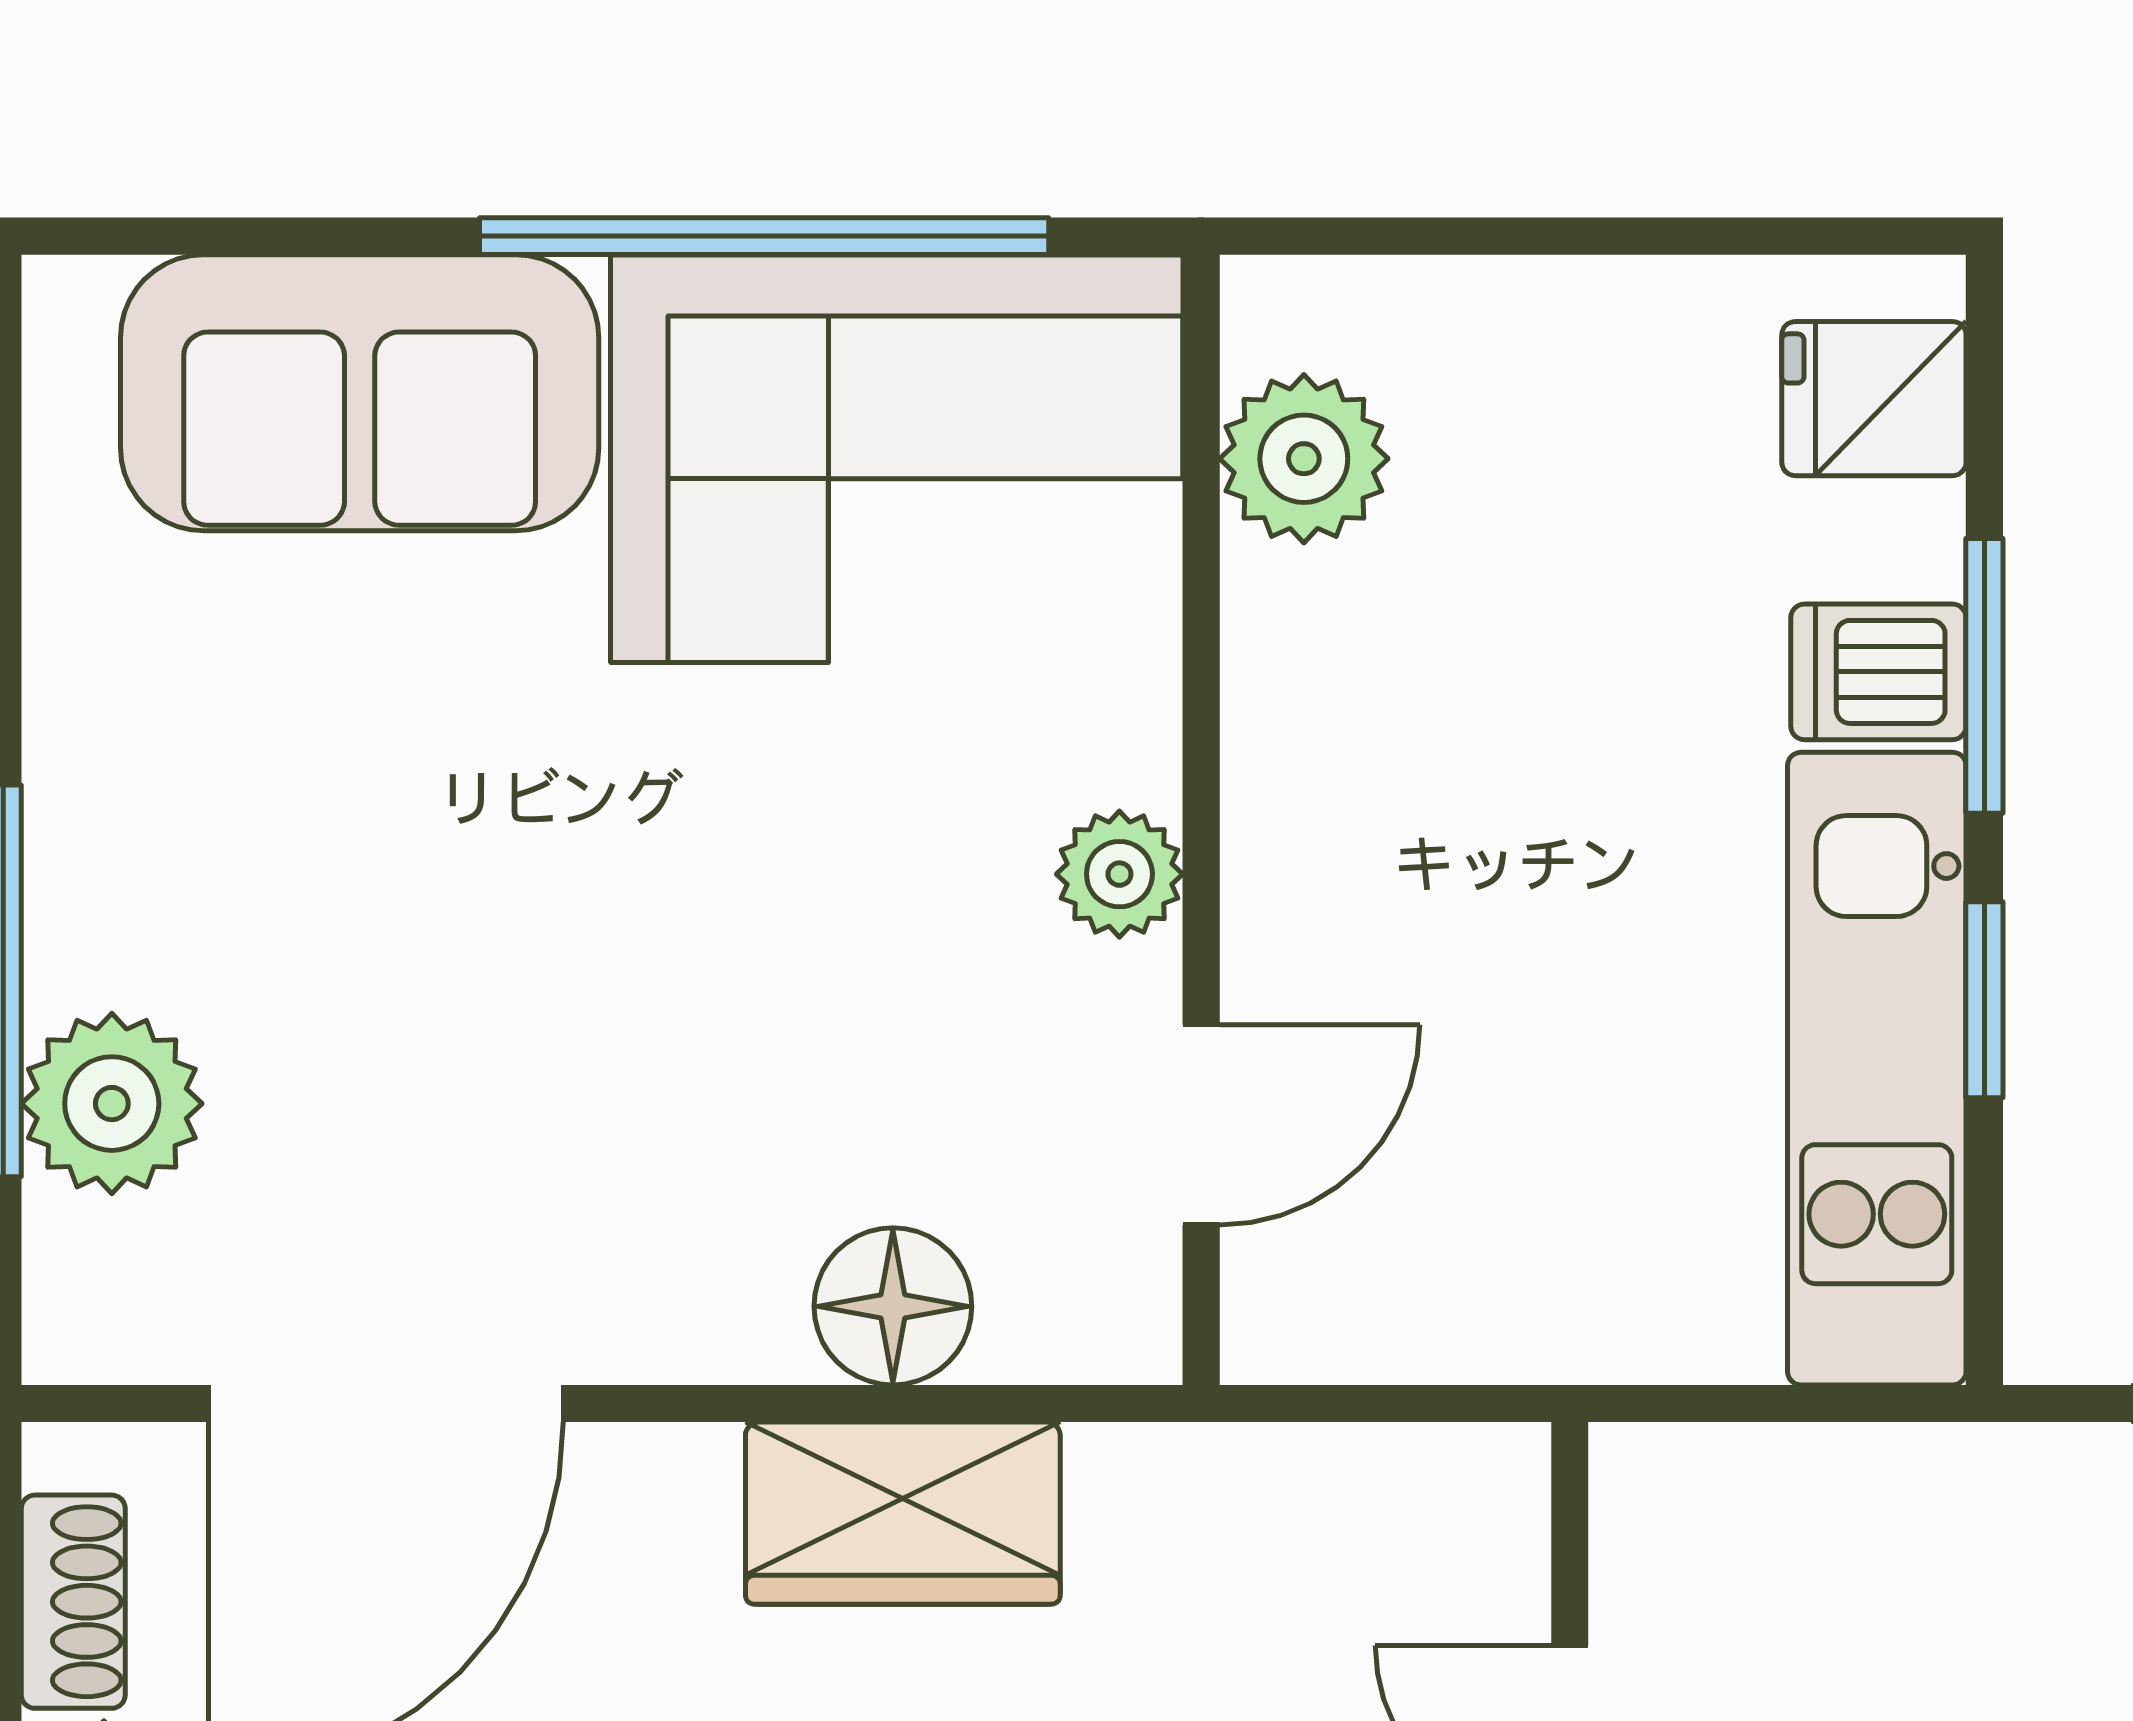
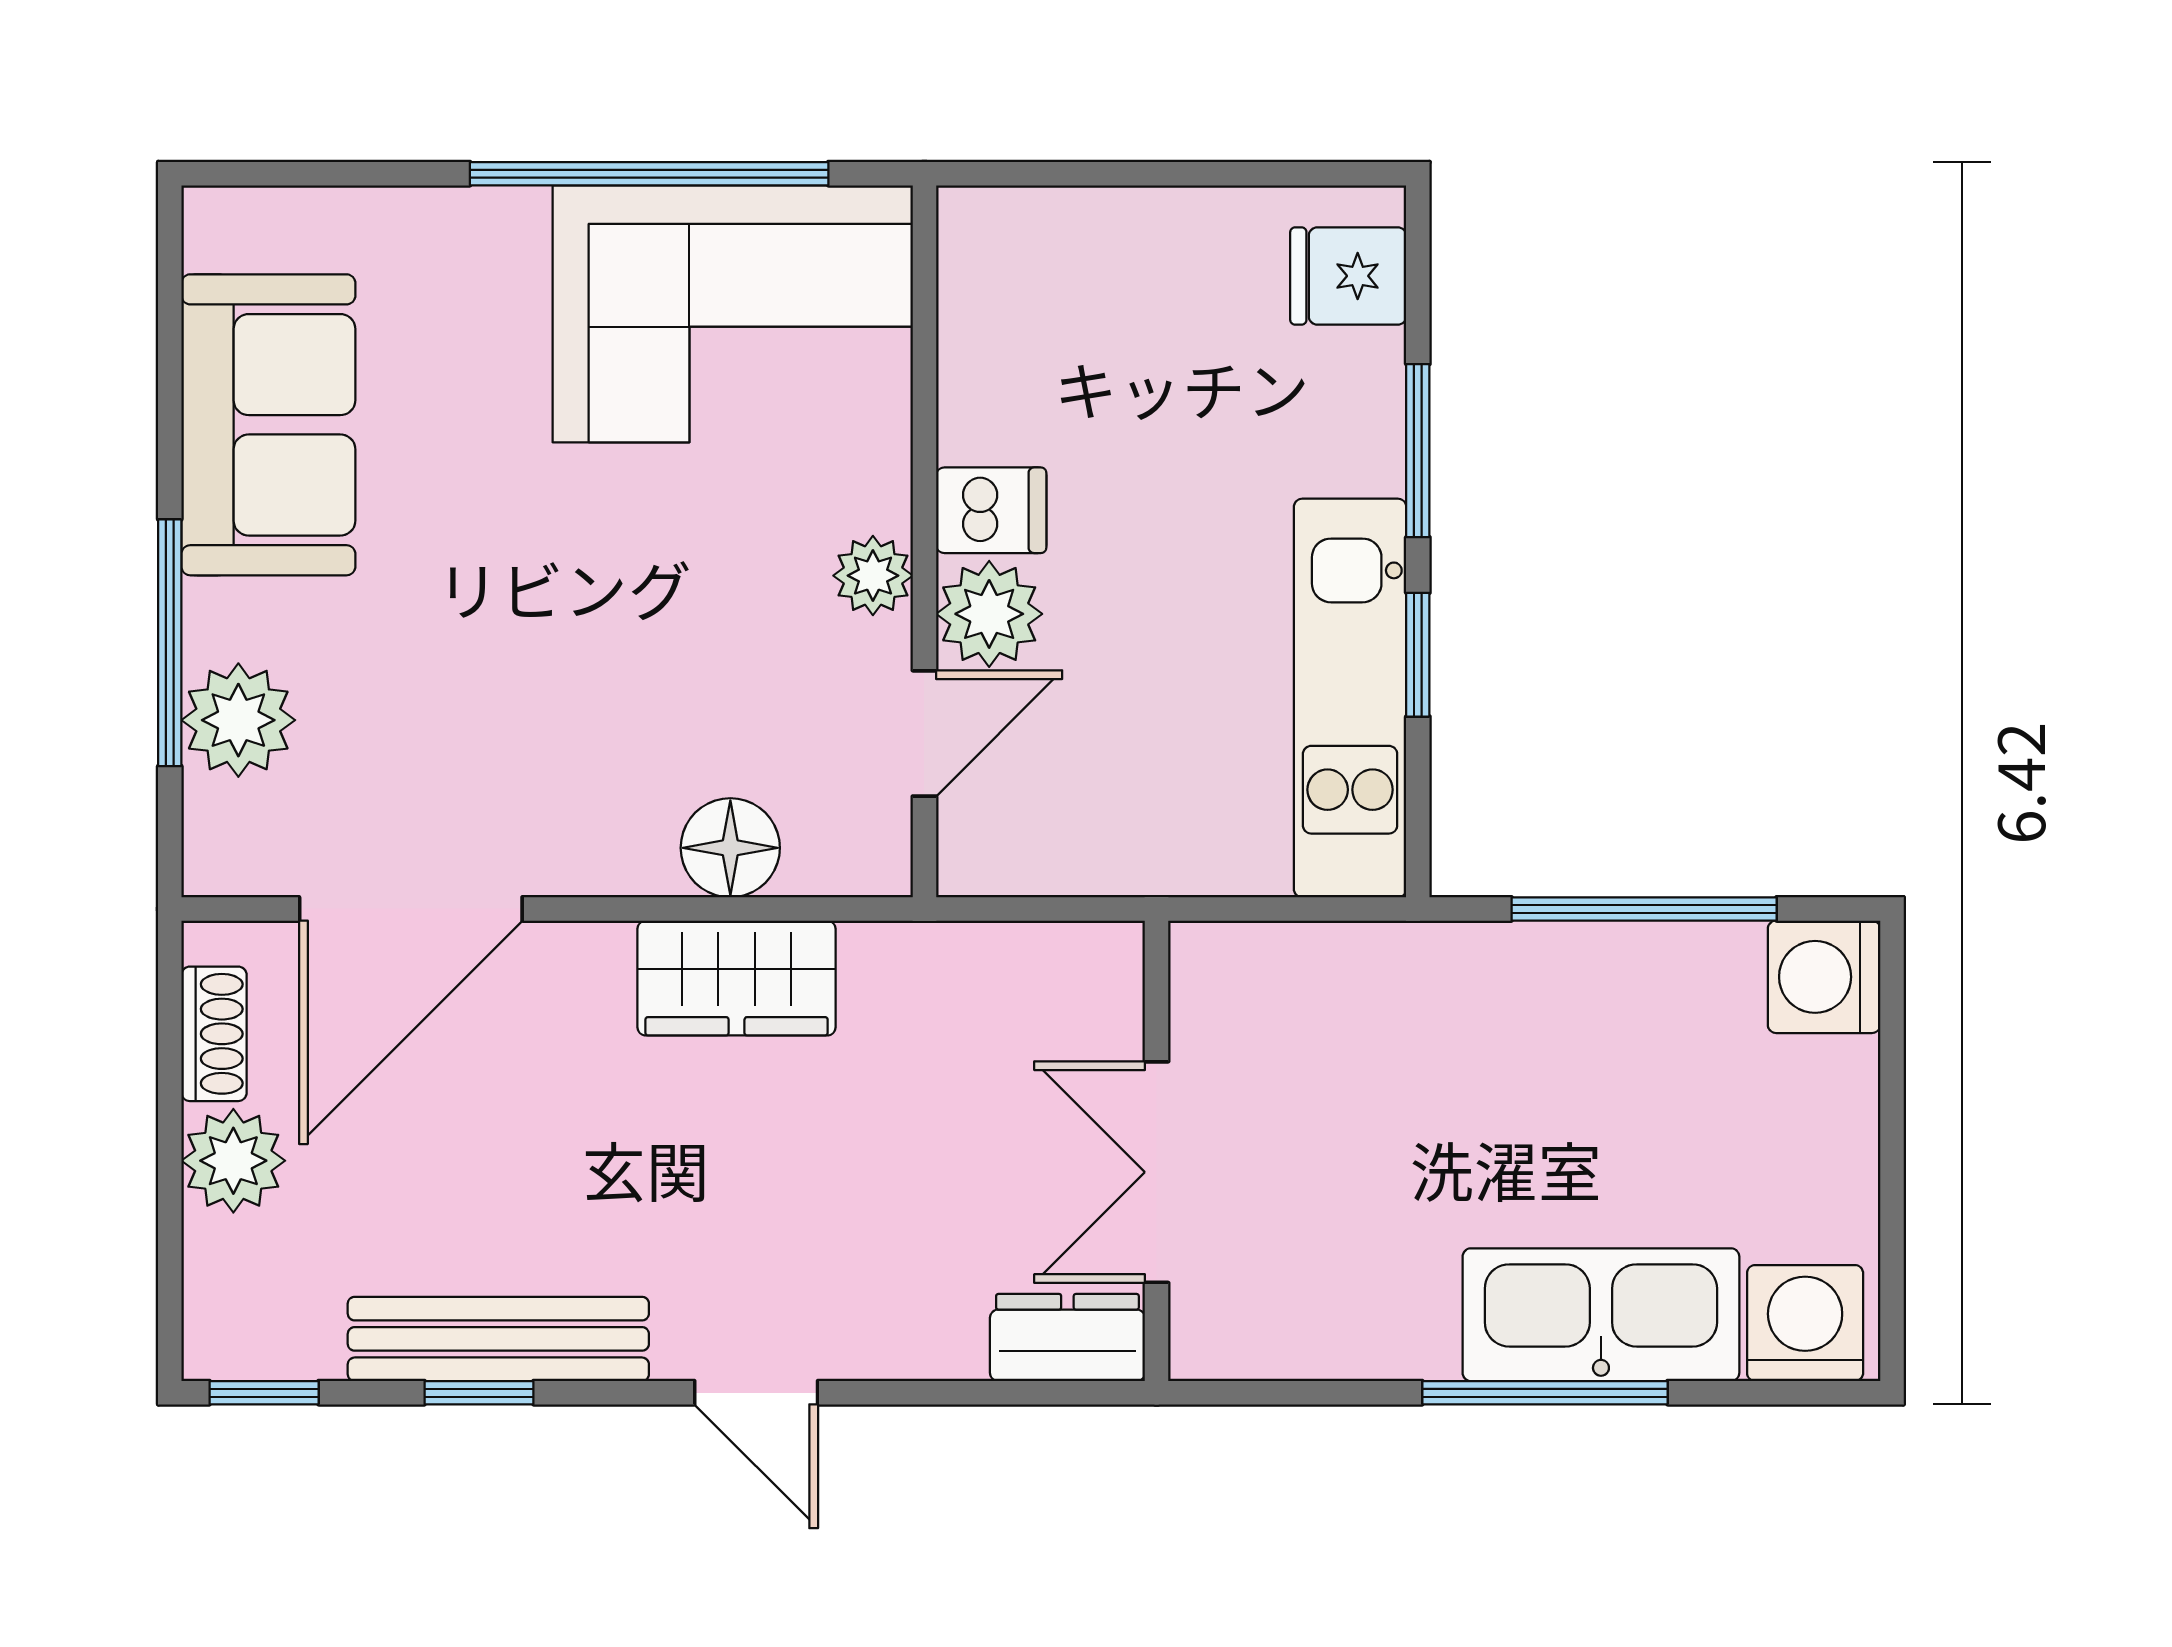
sofa: (360, 393) -> (268, 425), moved, turned -90
plant: (1304, 459) -> (989, 614), moved
dishwasher: (1878, 672) -> (991, 510), moved, turned 180

